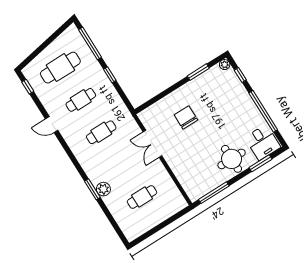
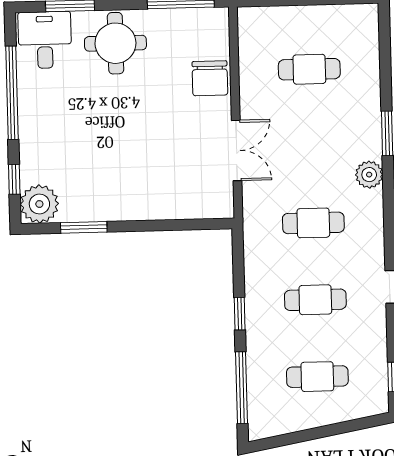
plant: (225, 65) -> (39, 204), width x1.88, depth x1.88
cafe table: (60, 68) -> (317, 377), width x0.73, depth x0.74
chair: (186, 117) -> (210, 78), moved
plant: (103, 189) -> (369, 175), moved

